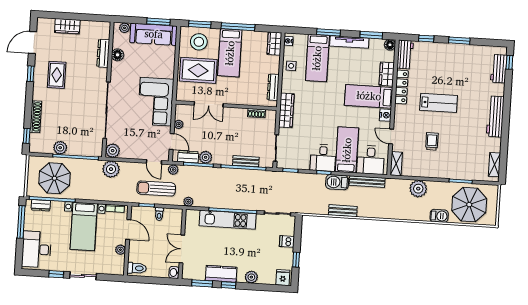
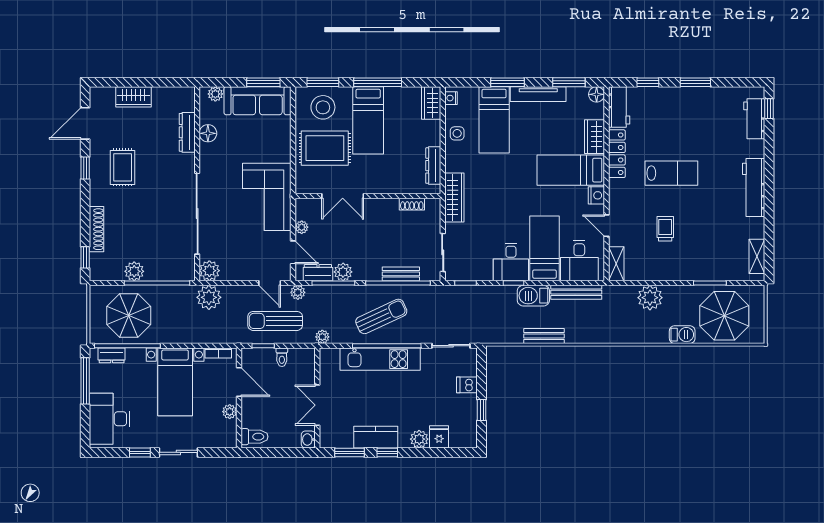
sun lounger: (230, 190) -> (381, 316), added
fridge: (283, 278) -> (439, 437), moved

